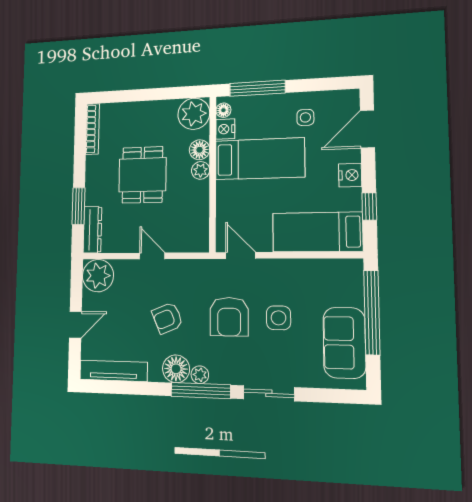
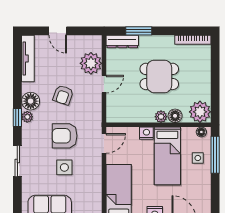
side table: (305, 117) -> (198, 158), moved
nightstand: (225, 129) -> (146, 133), moved
plant: (98, 276) -> (91, 63), moved
armchair: (167, 318) -> (63, 95), turned -138
window: (201, 391) -> (17, 117), width x0.46

